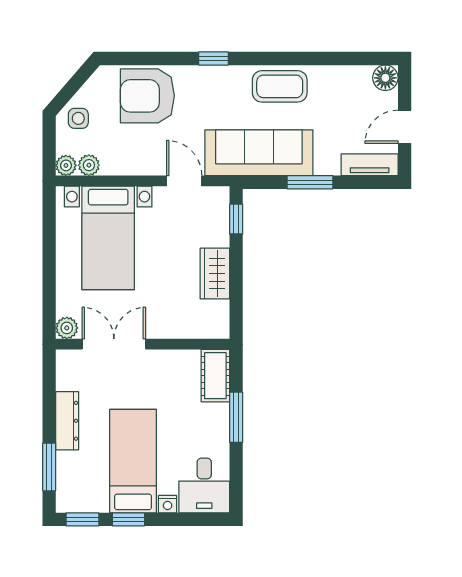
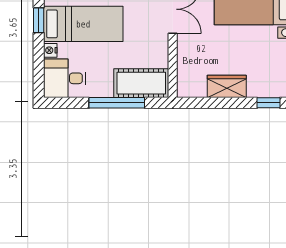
cot: (215, 376) -> (141, 83), width x1.37, depth x1.34
window: (236, 417) -> (117, 103), width x1.44

